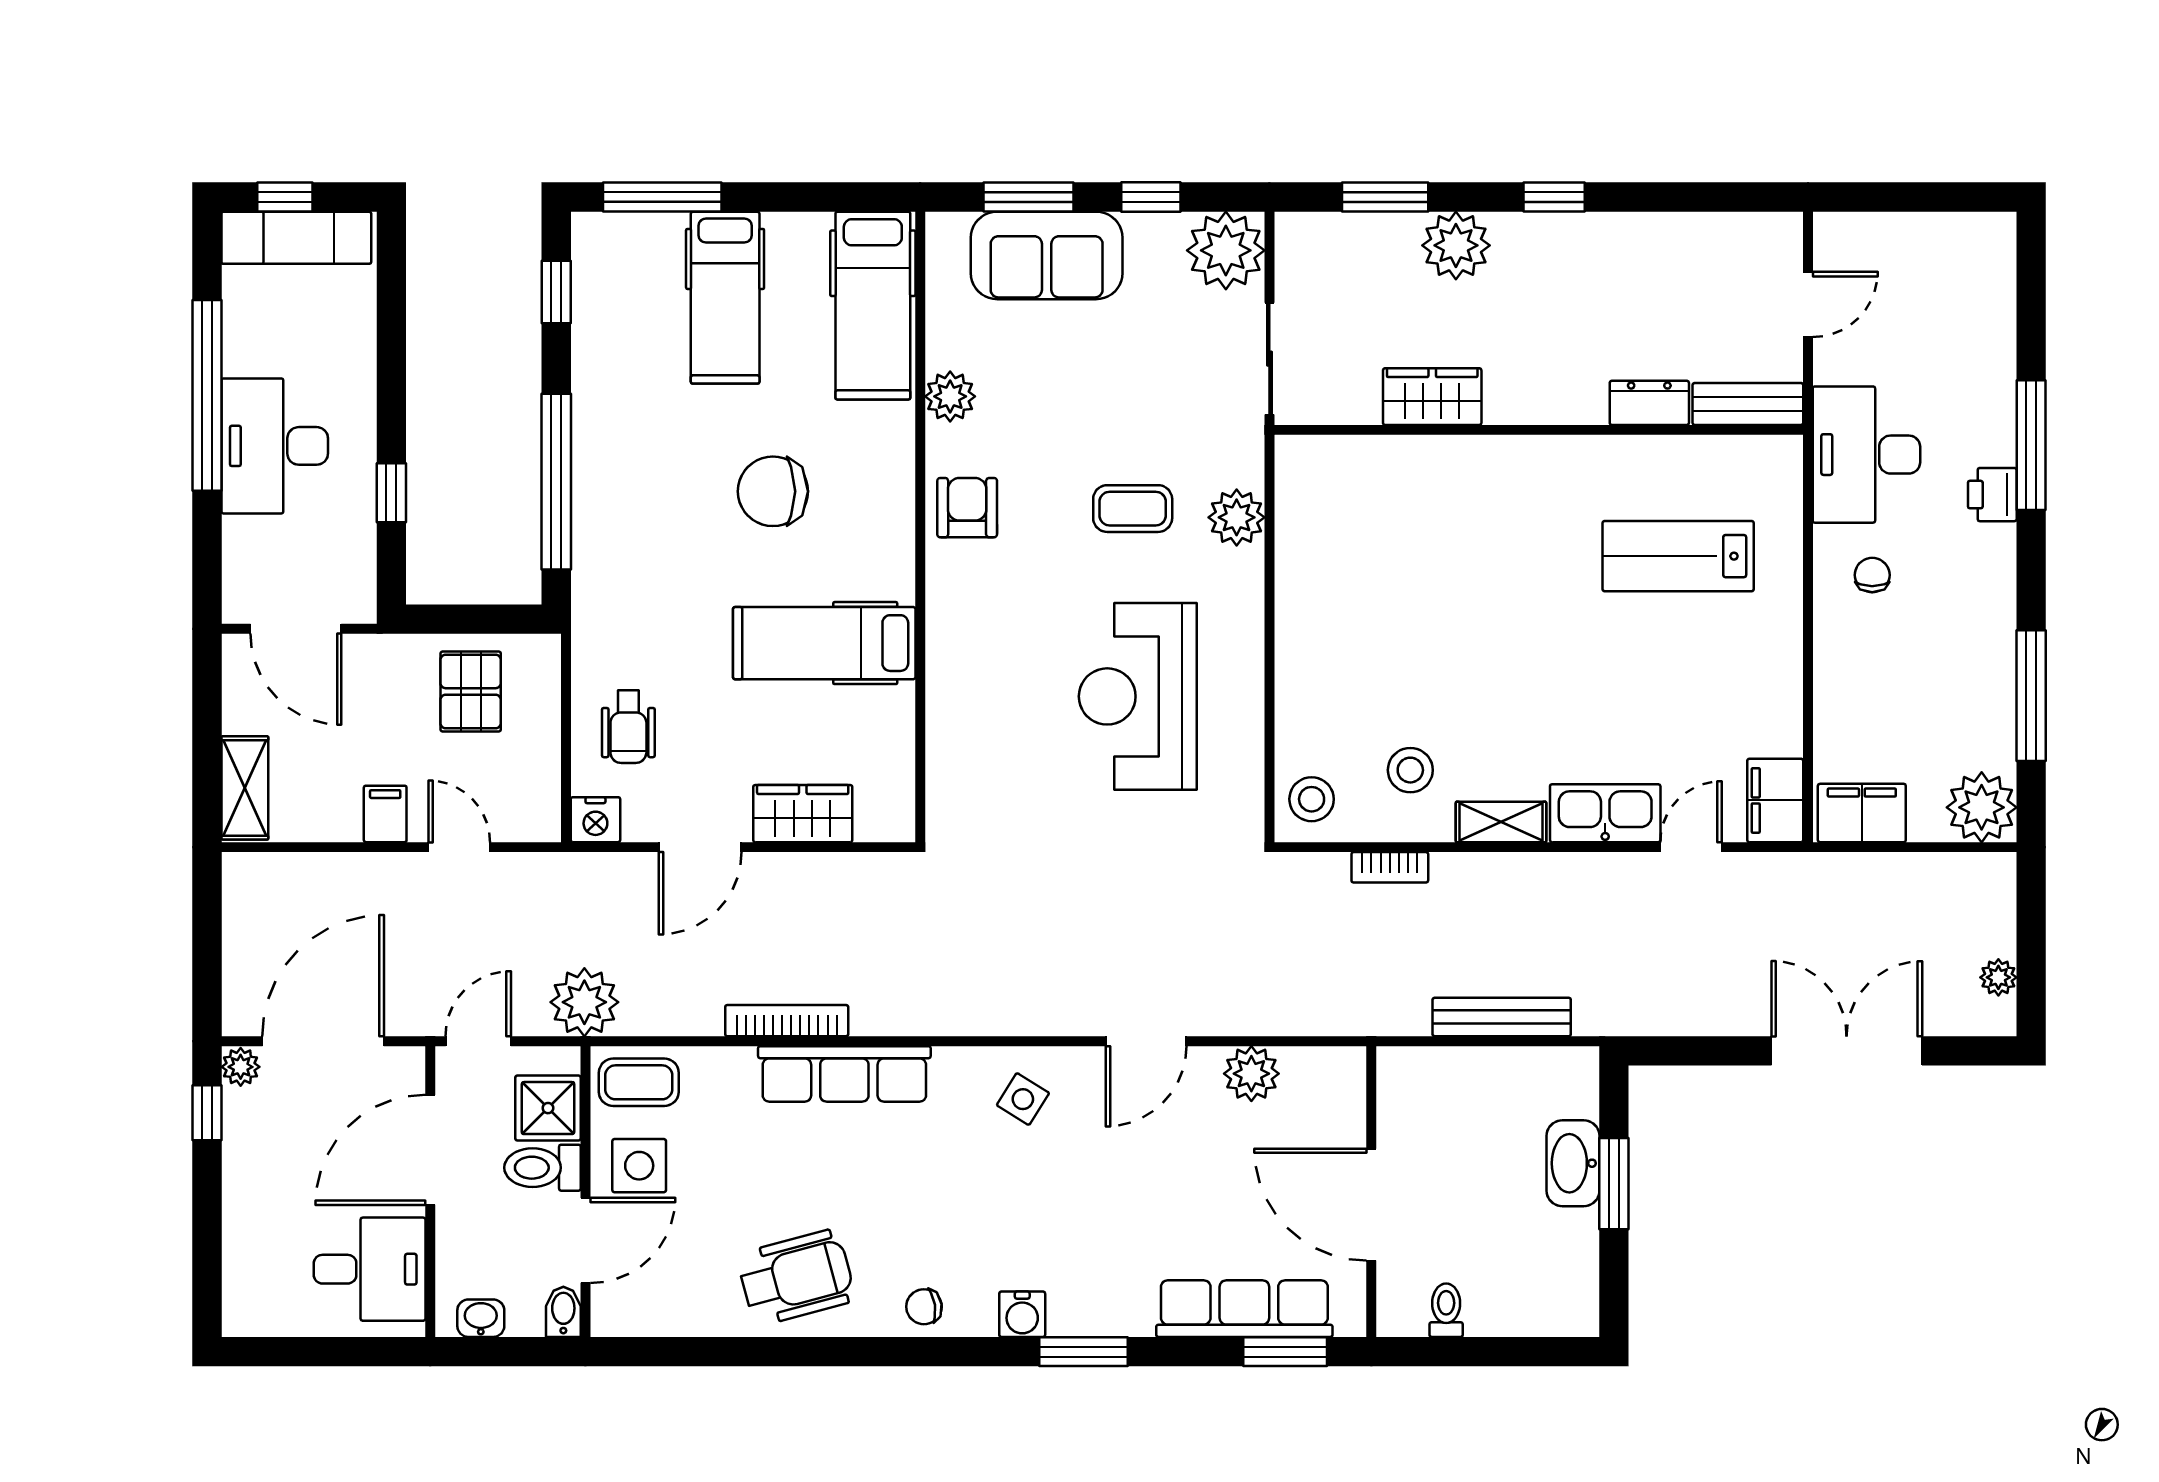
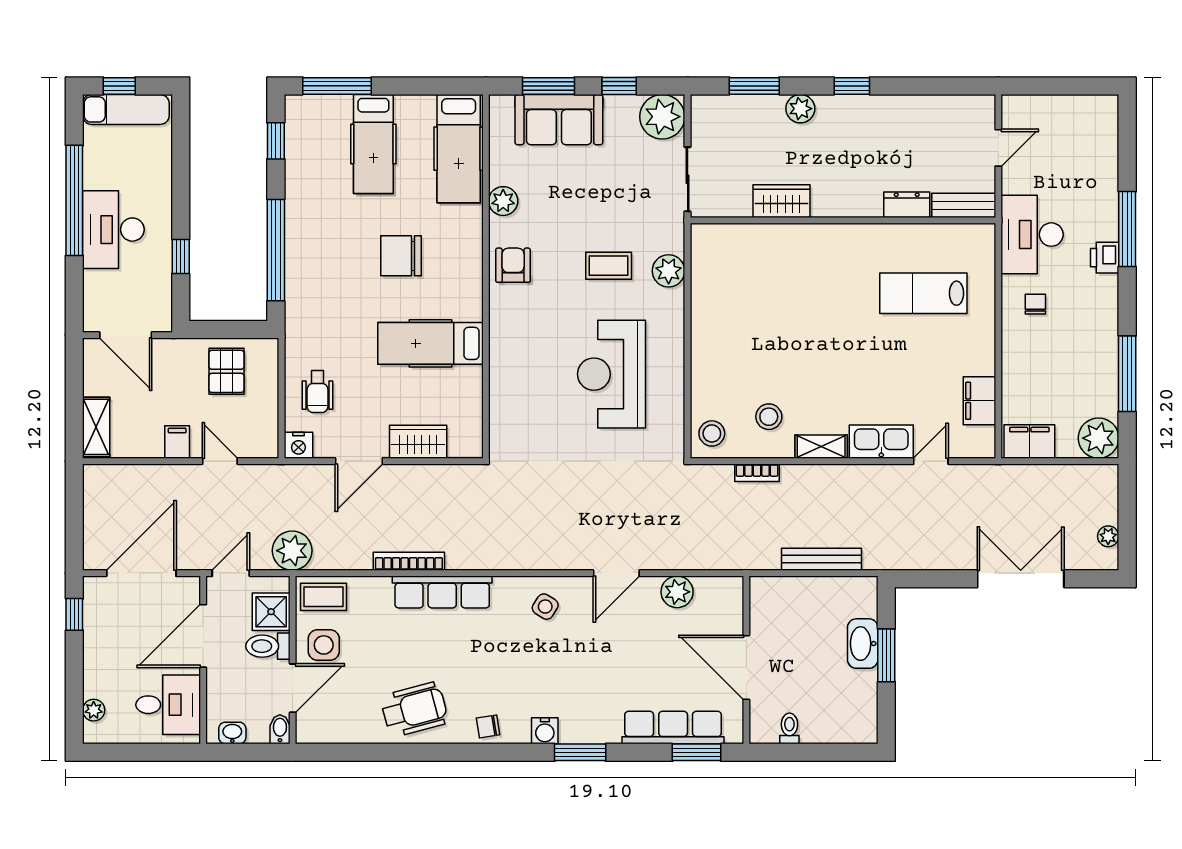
plant: (1456, 245) -> (800, 109), width x0.73, depth x0.73
filing cabinet: (1775, 800) -> (979, 401), moved
plant: (241, 1067) -> (94, 710), moved

